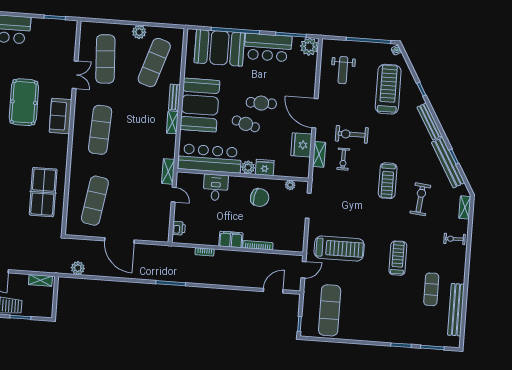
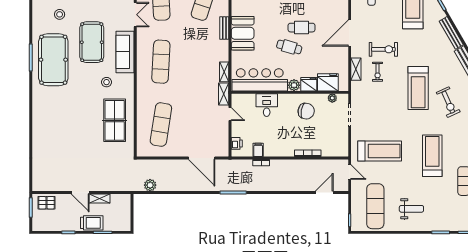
booth: (200, 105) -> (243, 33), width x0.73, depth x0.70
door: (315, 113) -> (350, 33), hinge flipped
sofa: (61, 116) -> (125, 52), width x1.36
shelving: (172, 122) -> (224, 72), moved
exercise bike: (352, 134) -> (383, 49), turned 180
fridge: (301, 145) -> (328, 82), moved, turned 90
stool: (37, 148) -> (107, 82), added
treadmill: (388, 181) -> (418, 88), width x1.37, depth x1.37
exercise bike: (420, 199) -> (448, 102), turned 150
filing cabinet: (231, 239) -> (258, 150), moved, width x0.50
door: (119, 240) -> (202, 158), moved
treadmill: (398, 258) -> (432, 156), width x1.37, depth x1.38
door: (303, 270) -> (350, 172), hinge flipped
shelving: (40, 280) -> (99, 198), moved
weight bench: (370, 316) -> (411, 209), added

